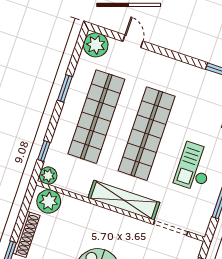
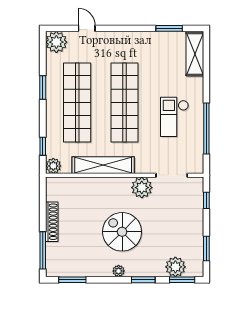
shelving: (124, 200) -> (103, 165), moved
plant: (49, 201) -> (142, 188), moved

